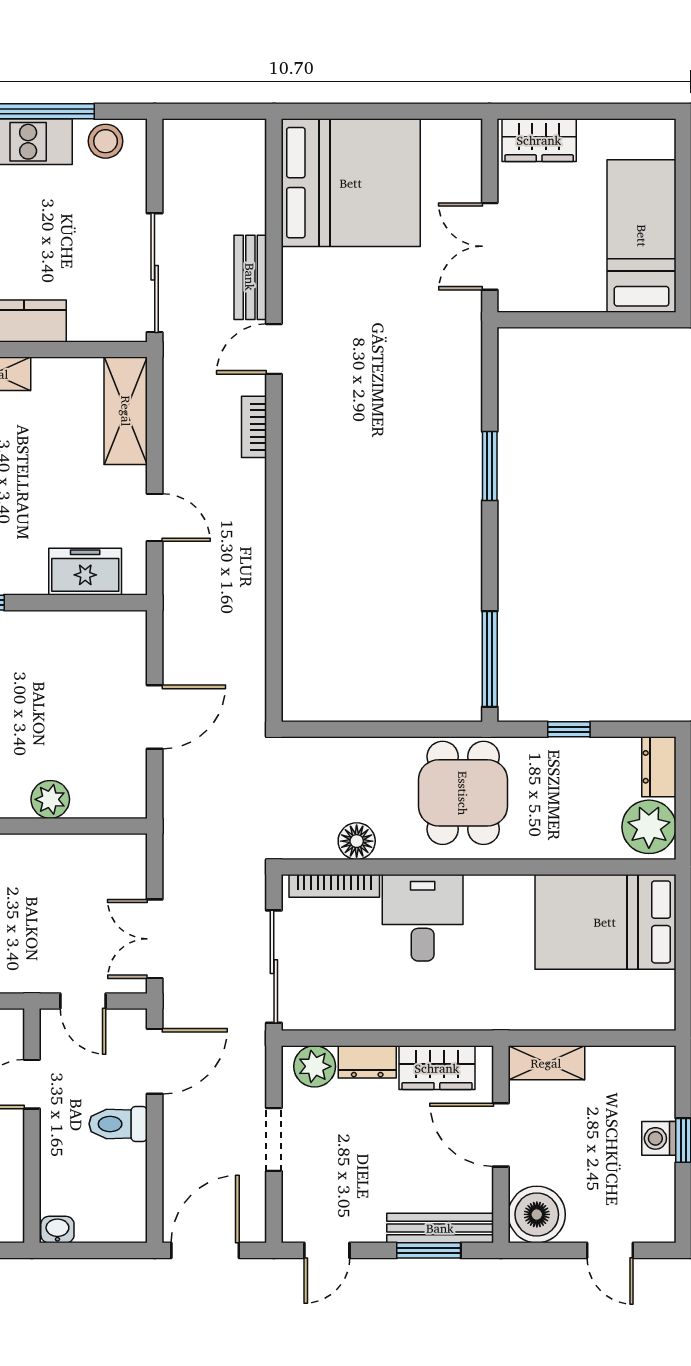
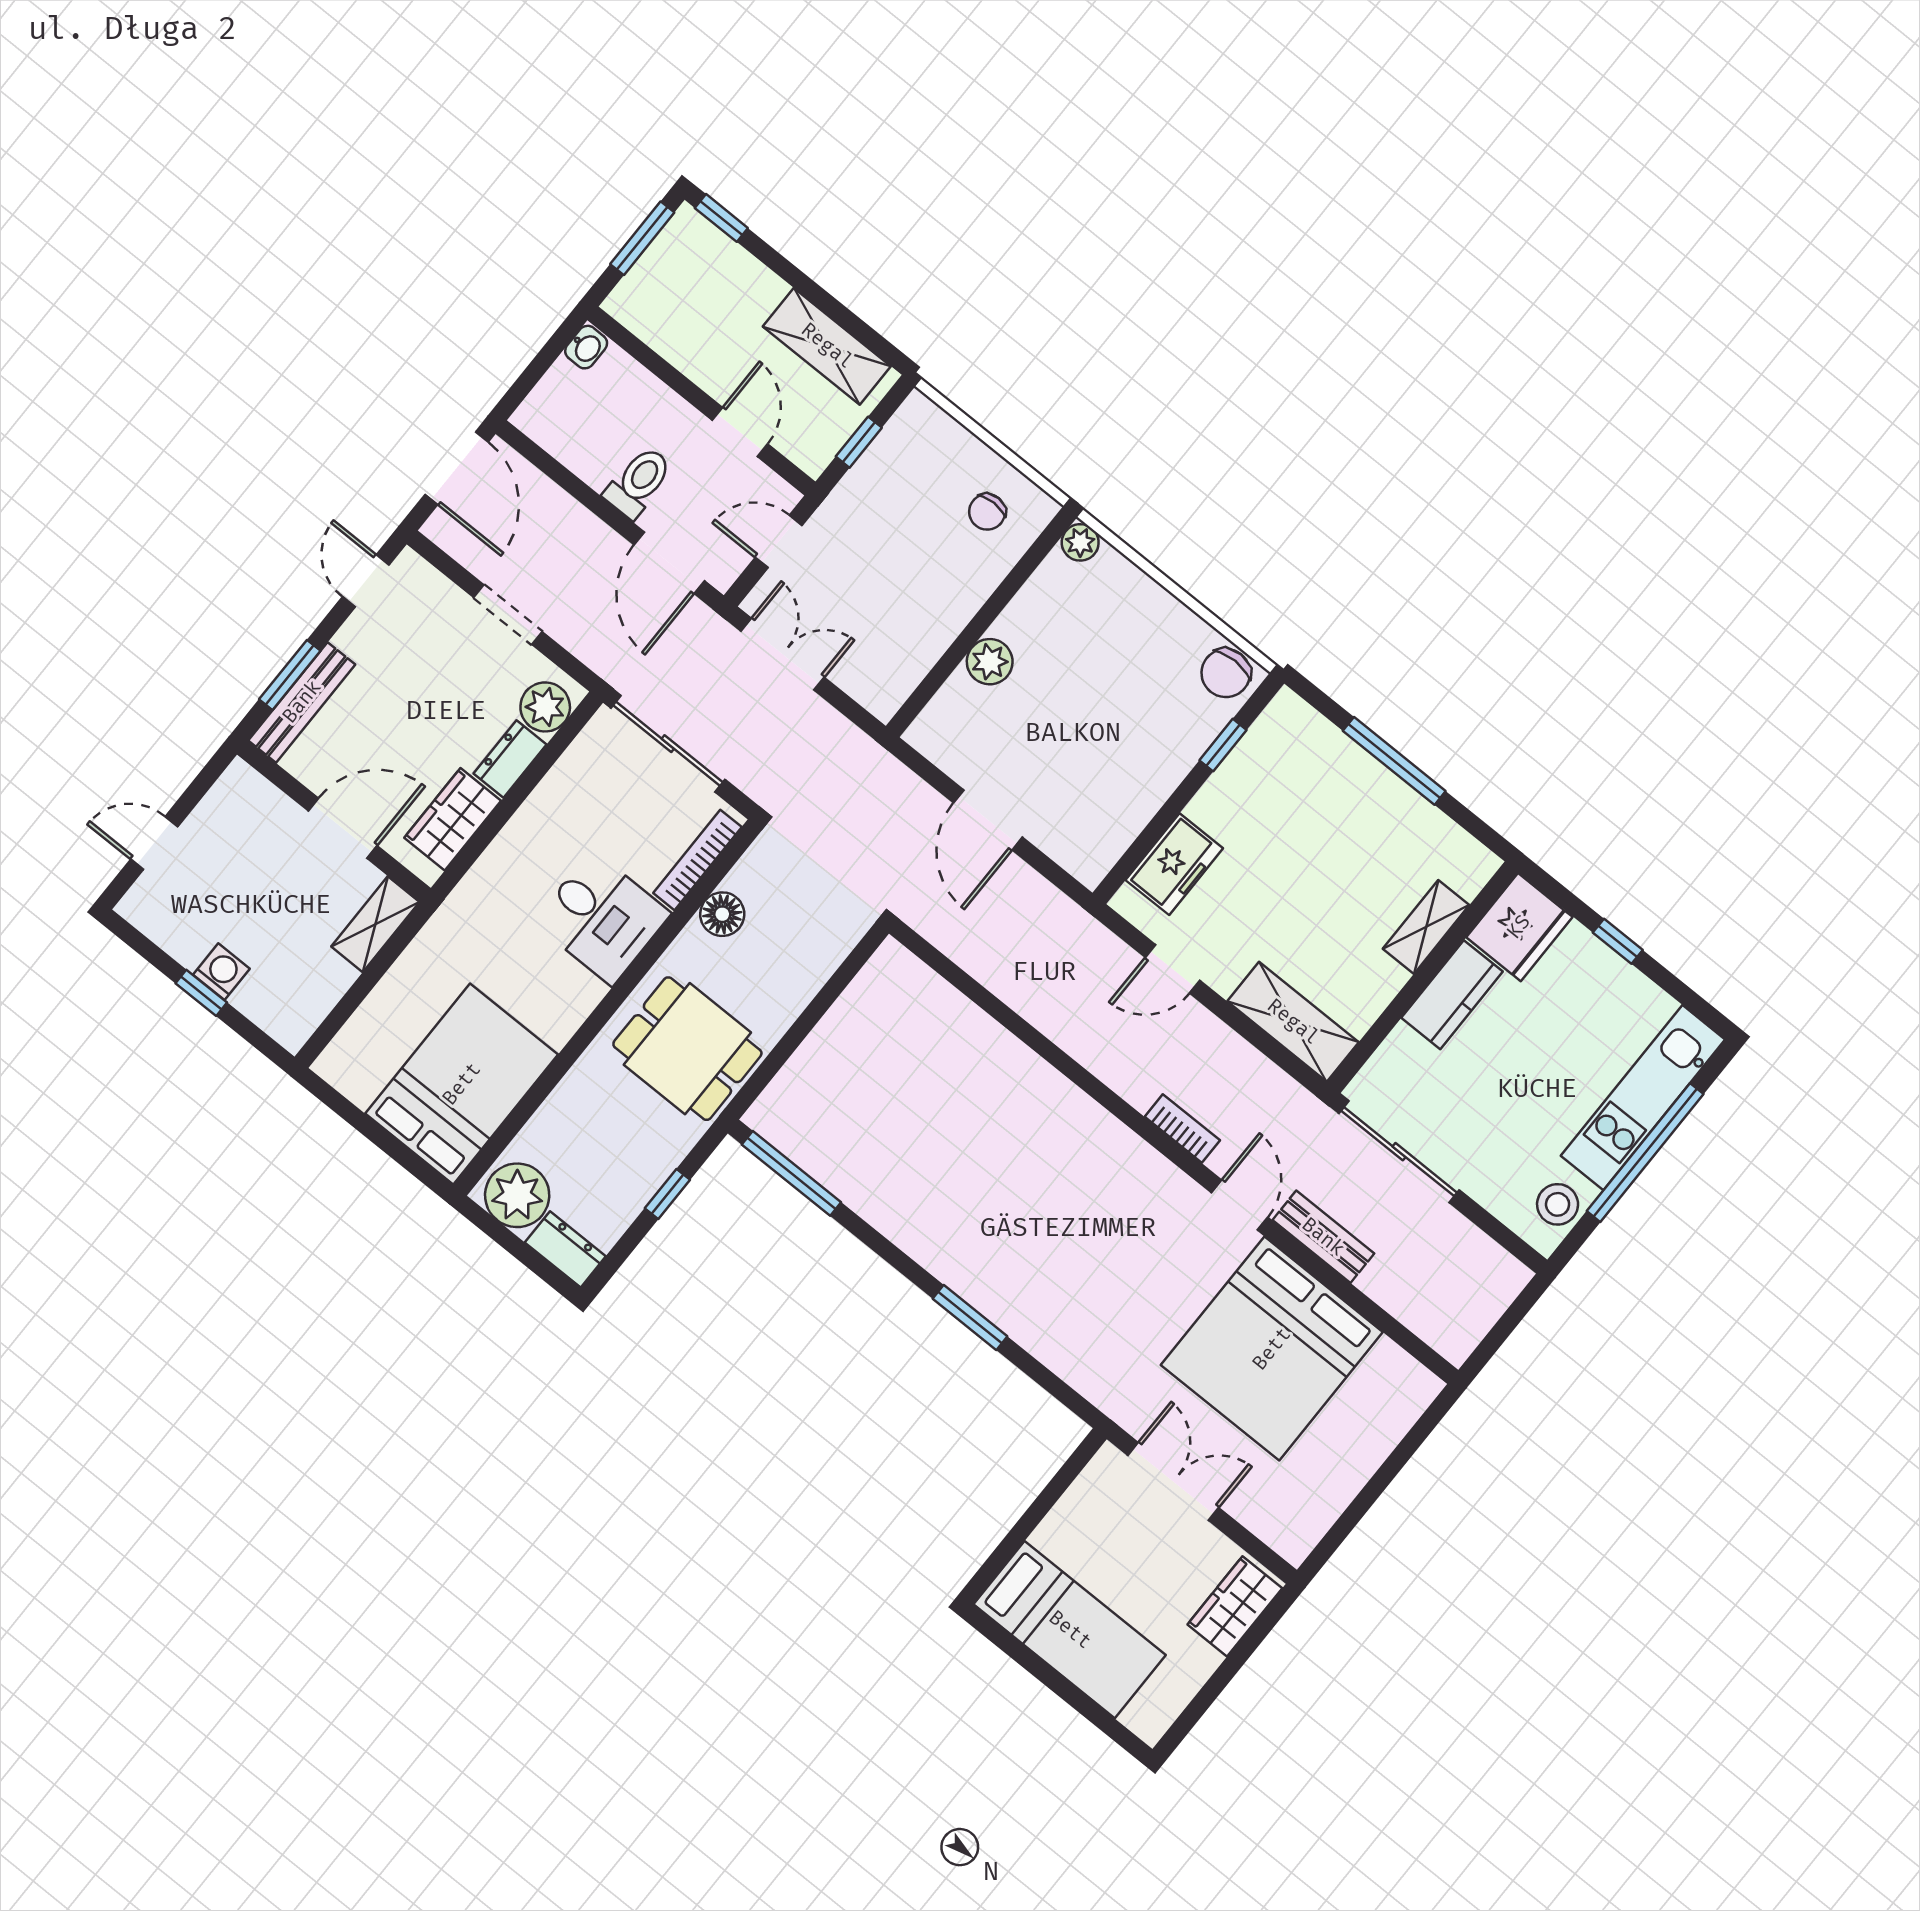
bed: (351, 183) -> (1272, 1349), moved
boiler: (537, 1214) -> (242, 802), removed

